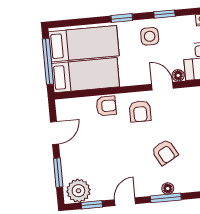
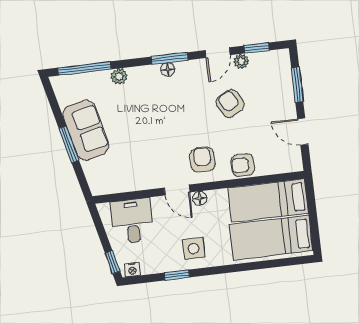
window: (122, 18) -> (227, 269), removed
window: (48, 62) -> (313, 215), removed
floor lamp: (178, 75) -> (200, 198), moved
door: (54, 133) -> (303, 131), hinge flipped
armchair: (165, 152) -> (230, 104), moved
plant: (78, 191) -> (241, 61), moved, width x0.53, depth x0.53

